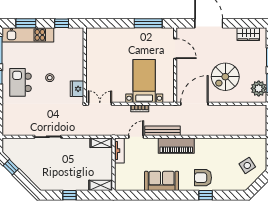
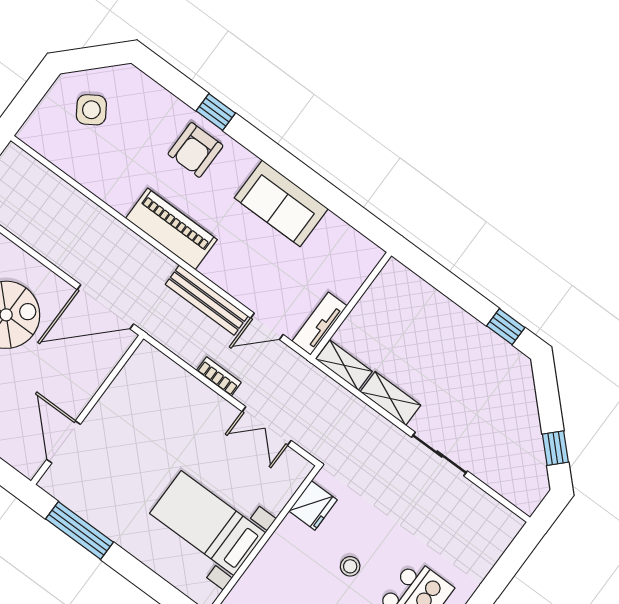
bed with nightstands: (144, 81) -> (208, 523), moved, turned 90
double door: (100, 104) -> (267, 426), moved
piano: (176, 146) -> (171, 229), moved
armchair: (203, 178) -> (195, 150), turned 90
shelving: (101, 185) -> (390, 399), moved
window: (70, 195) -> (506, 327), moved

